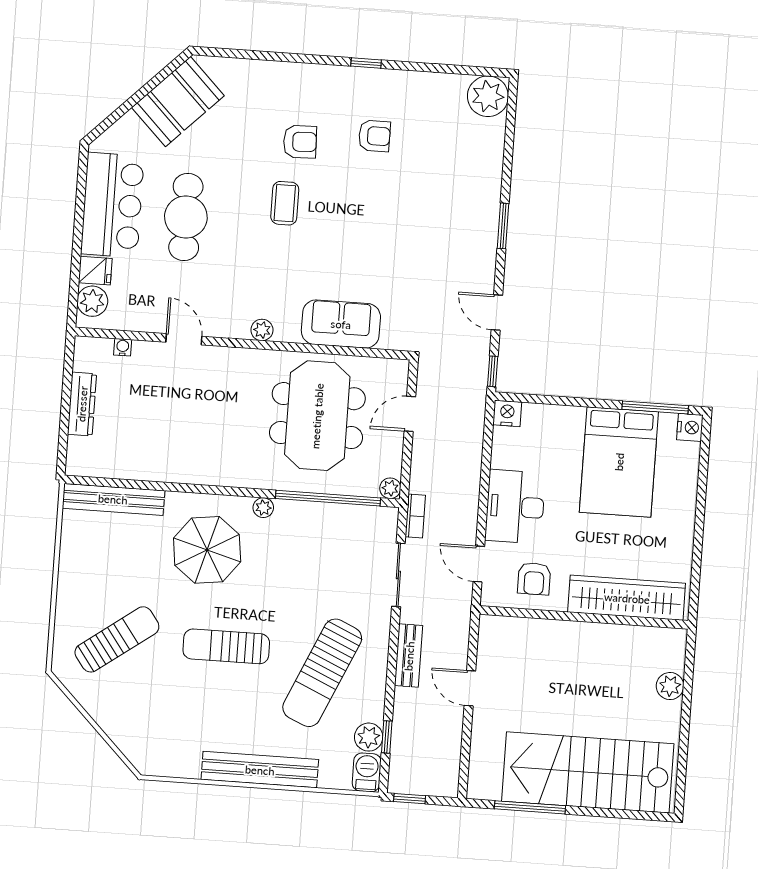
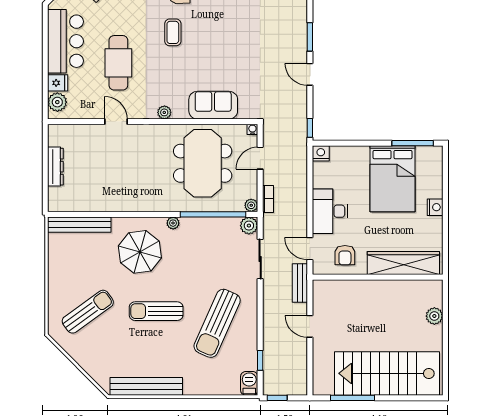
cafe table: (186, 217) -> (118, 63), moved
door: (497, 312) -> (310, 74), moved
water cooler: (123, 347) -> (252, 129), moved
nightstand: (690, 427) -> (435, 207), moved
bookcase: (415, 516) -> (268, 199), moved
bench: (409, 656) -> (300, 283), moved
plant: (369, 737) -> (249, 226), moved
bench: (260, 770) -> (146, 386), moved

